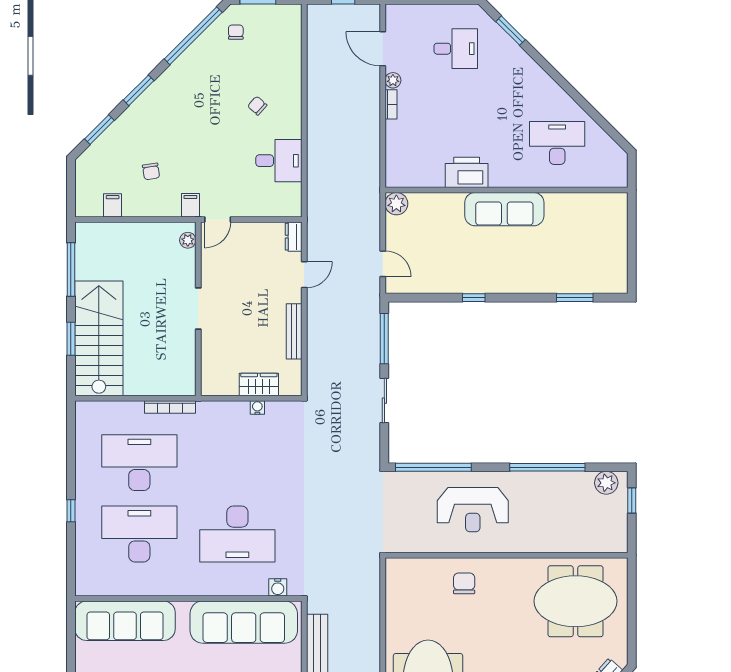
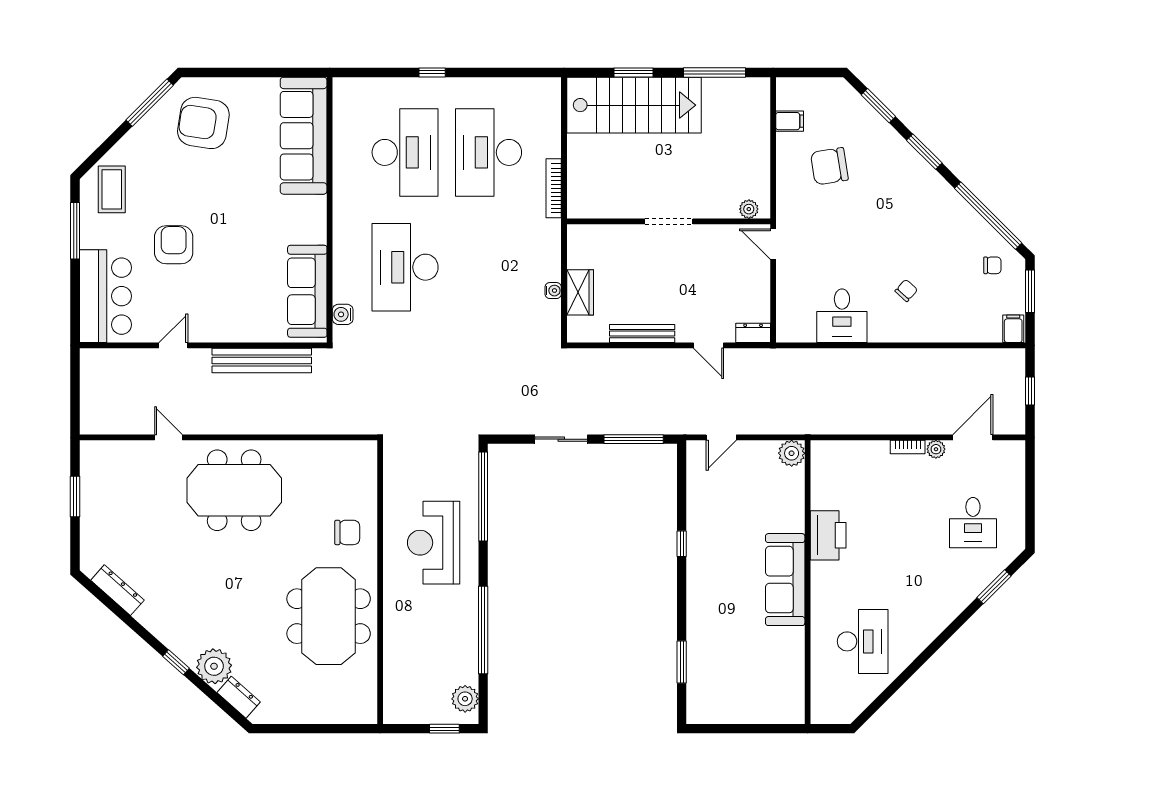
chair: (151, 171) -> (829, 166), width x1.87, depth x1.87
filing cabinet: (190, 205) -> (1013, 329), moved, turned -90
desk: (139, 463) -> (489, 152), turned 180
meeting table: (576, 601) -> (329, 616), moved
sofa: (244, 622) -> (307, 291), width x0.74, depth x0.79

